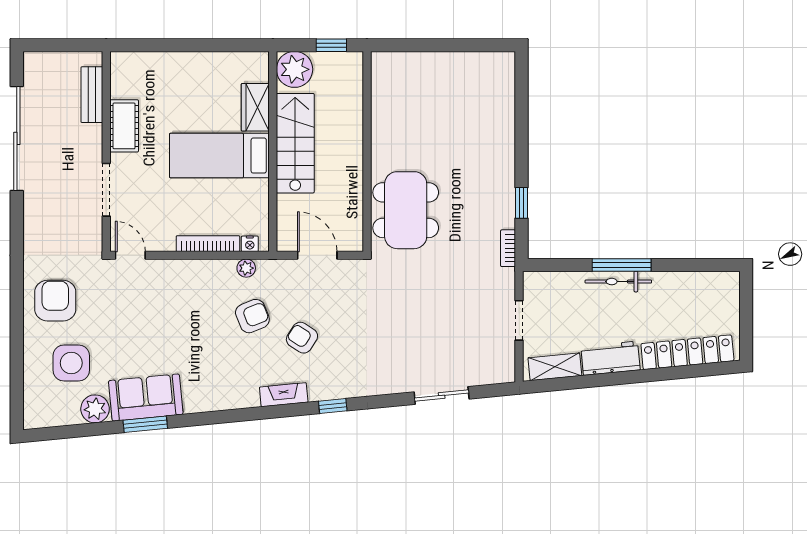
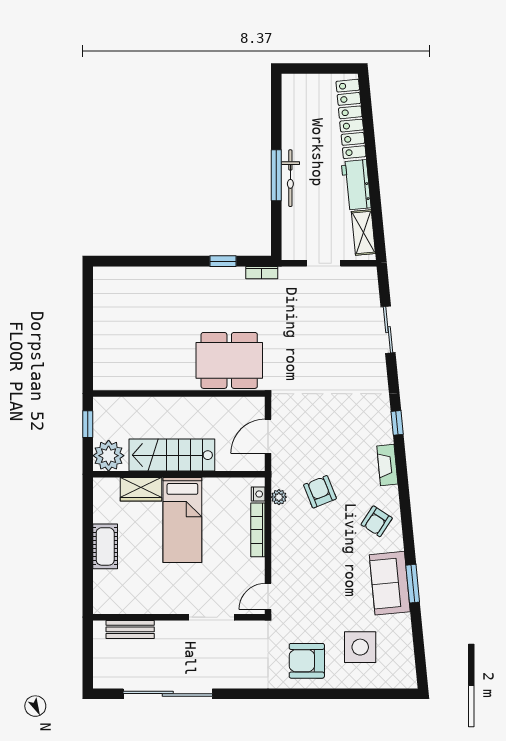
cot: (124, 126) -> (105, 546), moved, turned 90
armchair: (302, 338) -> (377, 521), moved
plant: (95, 409) -> (400, 627), removed

